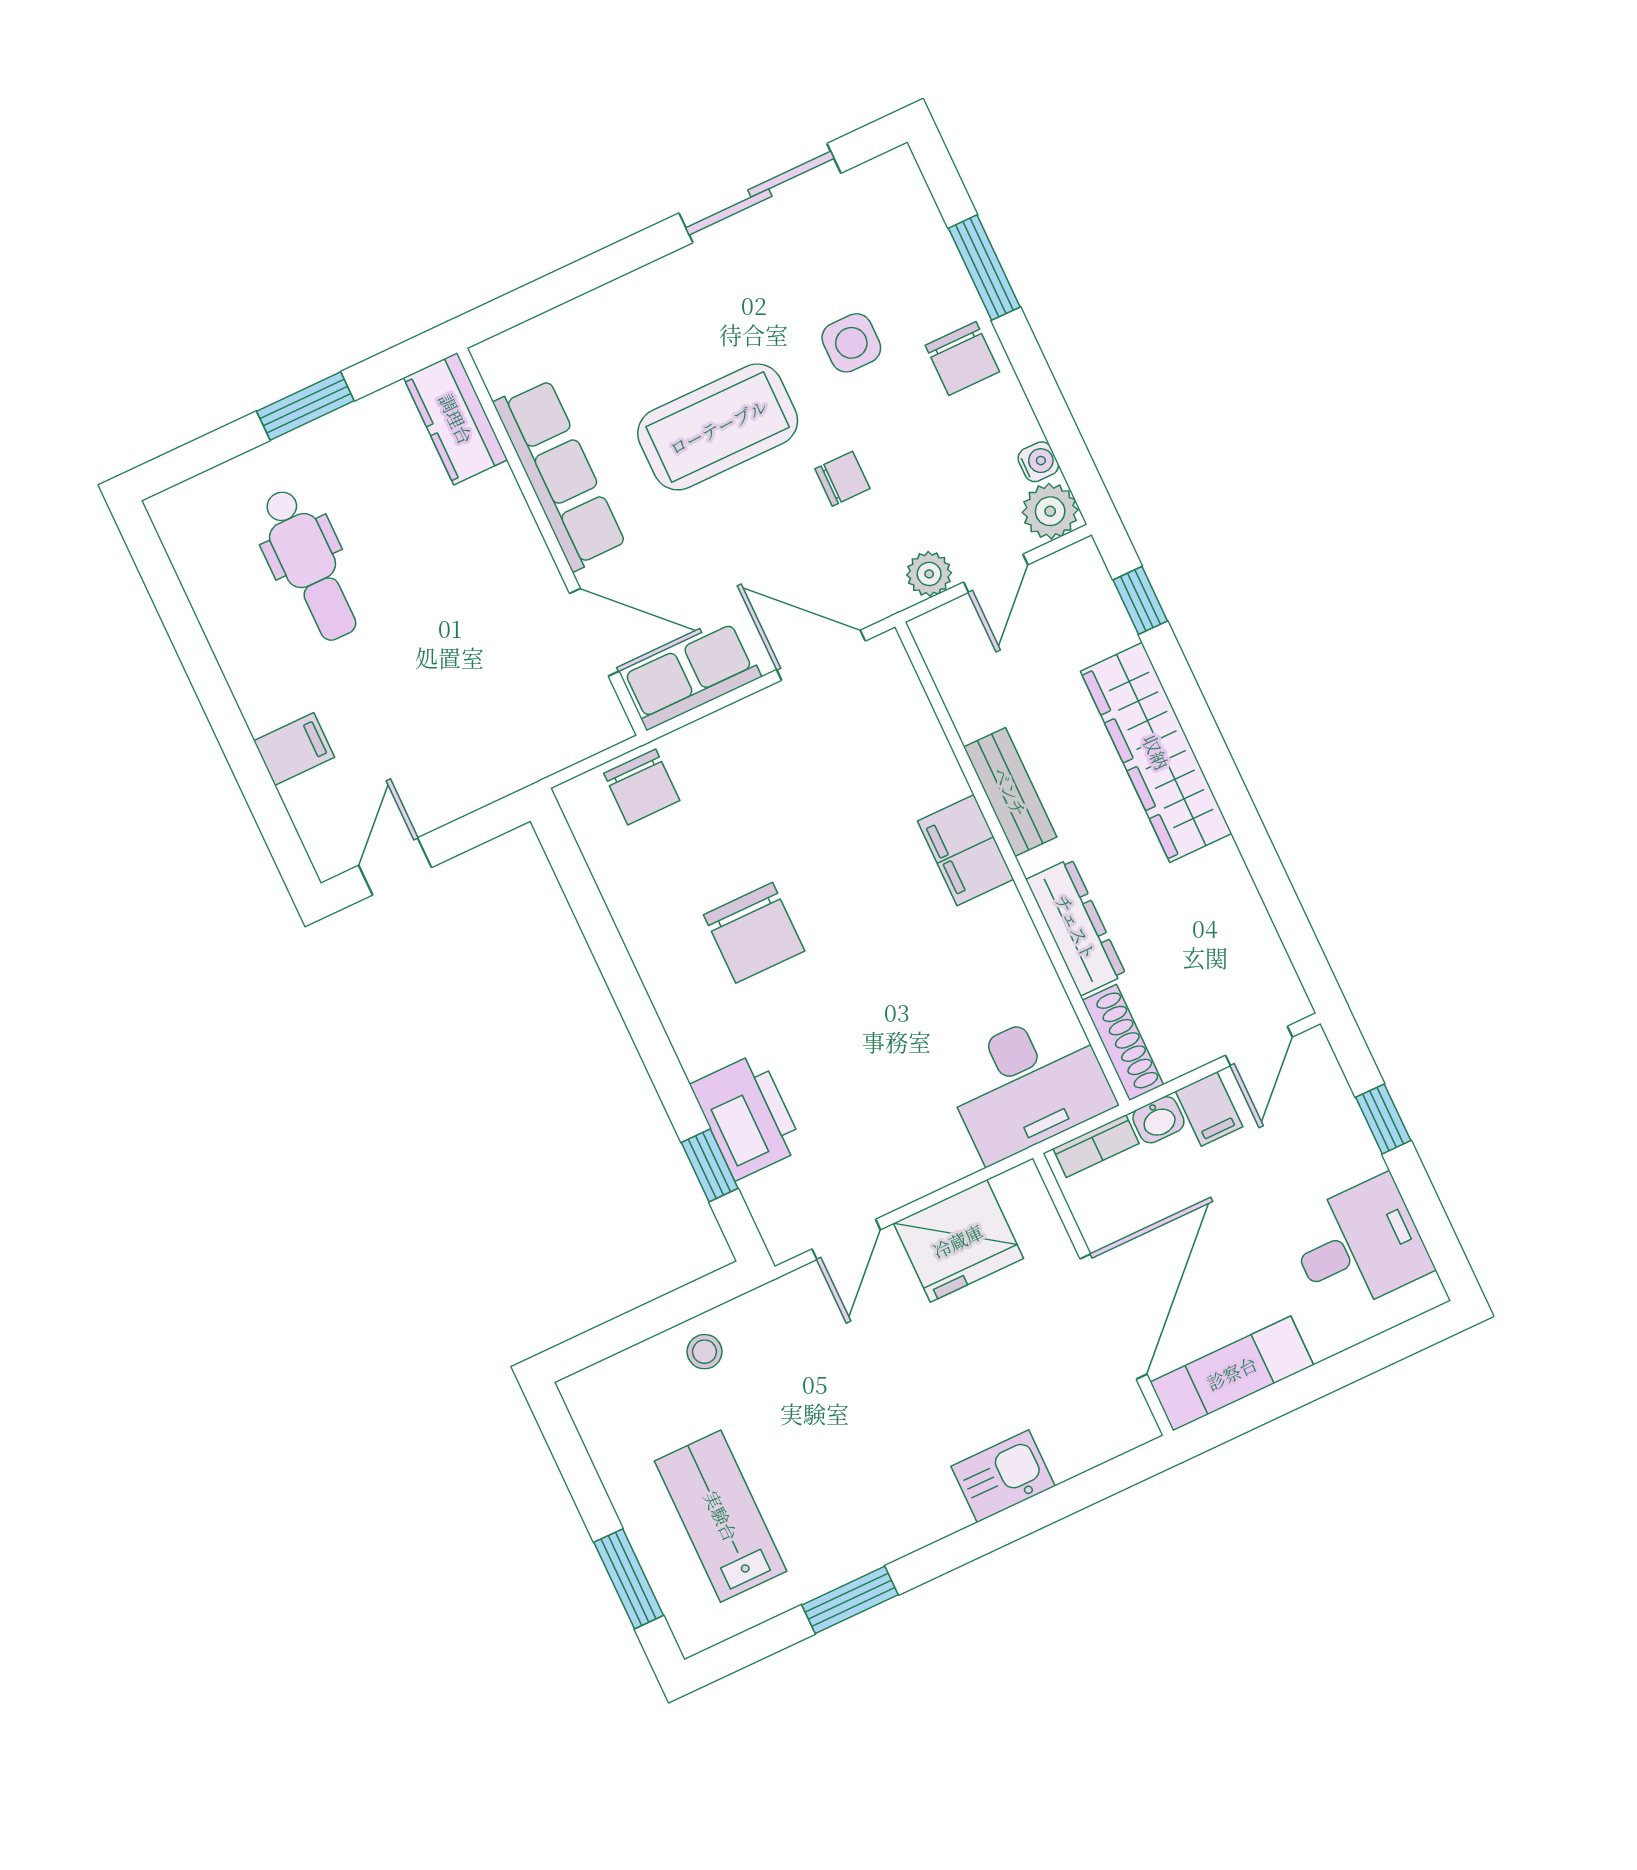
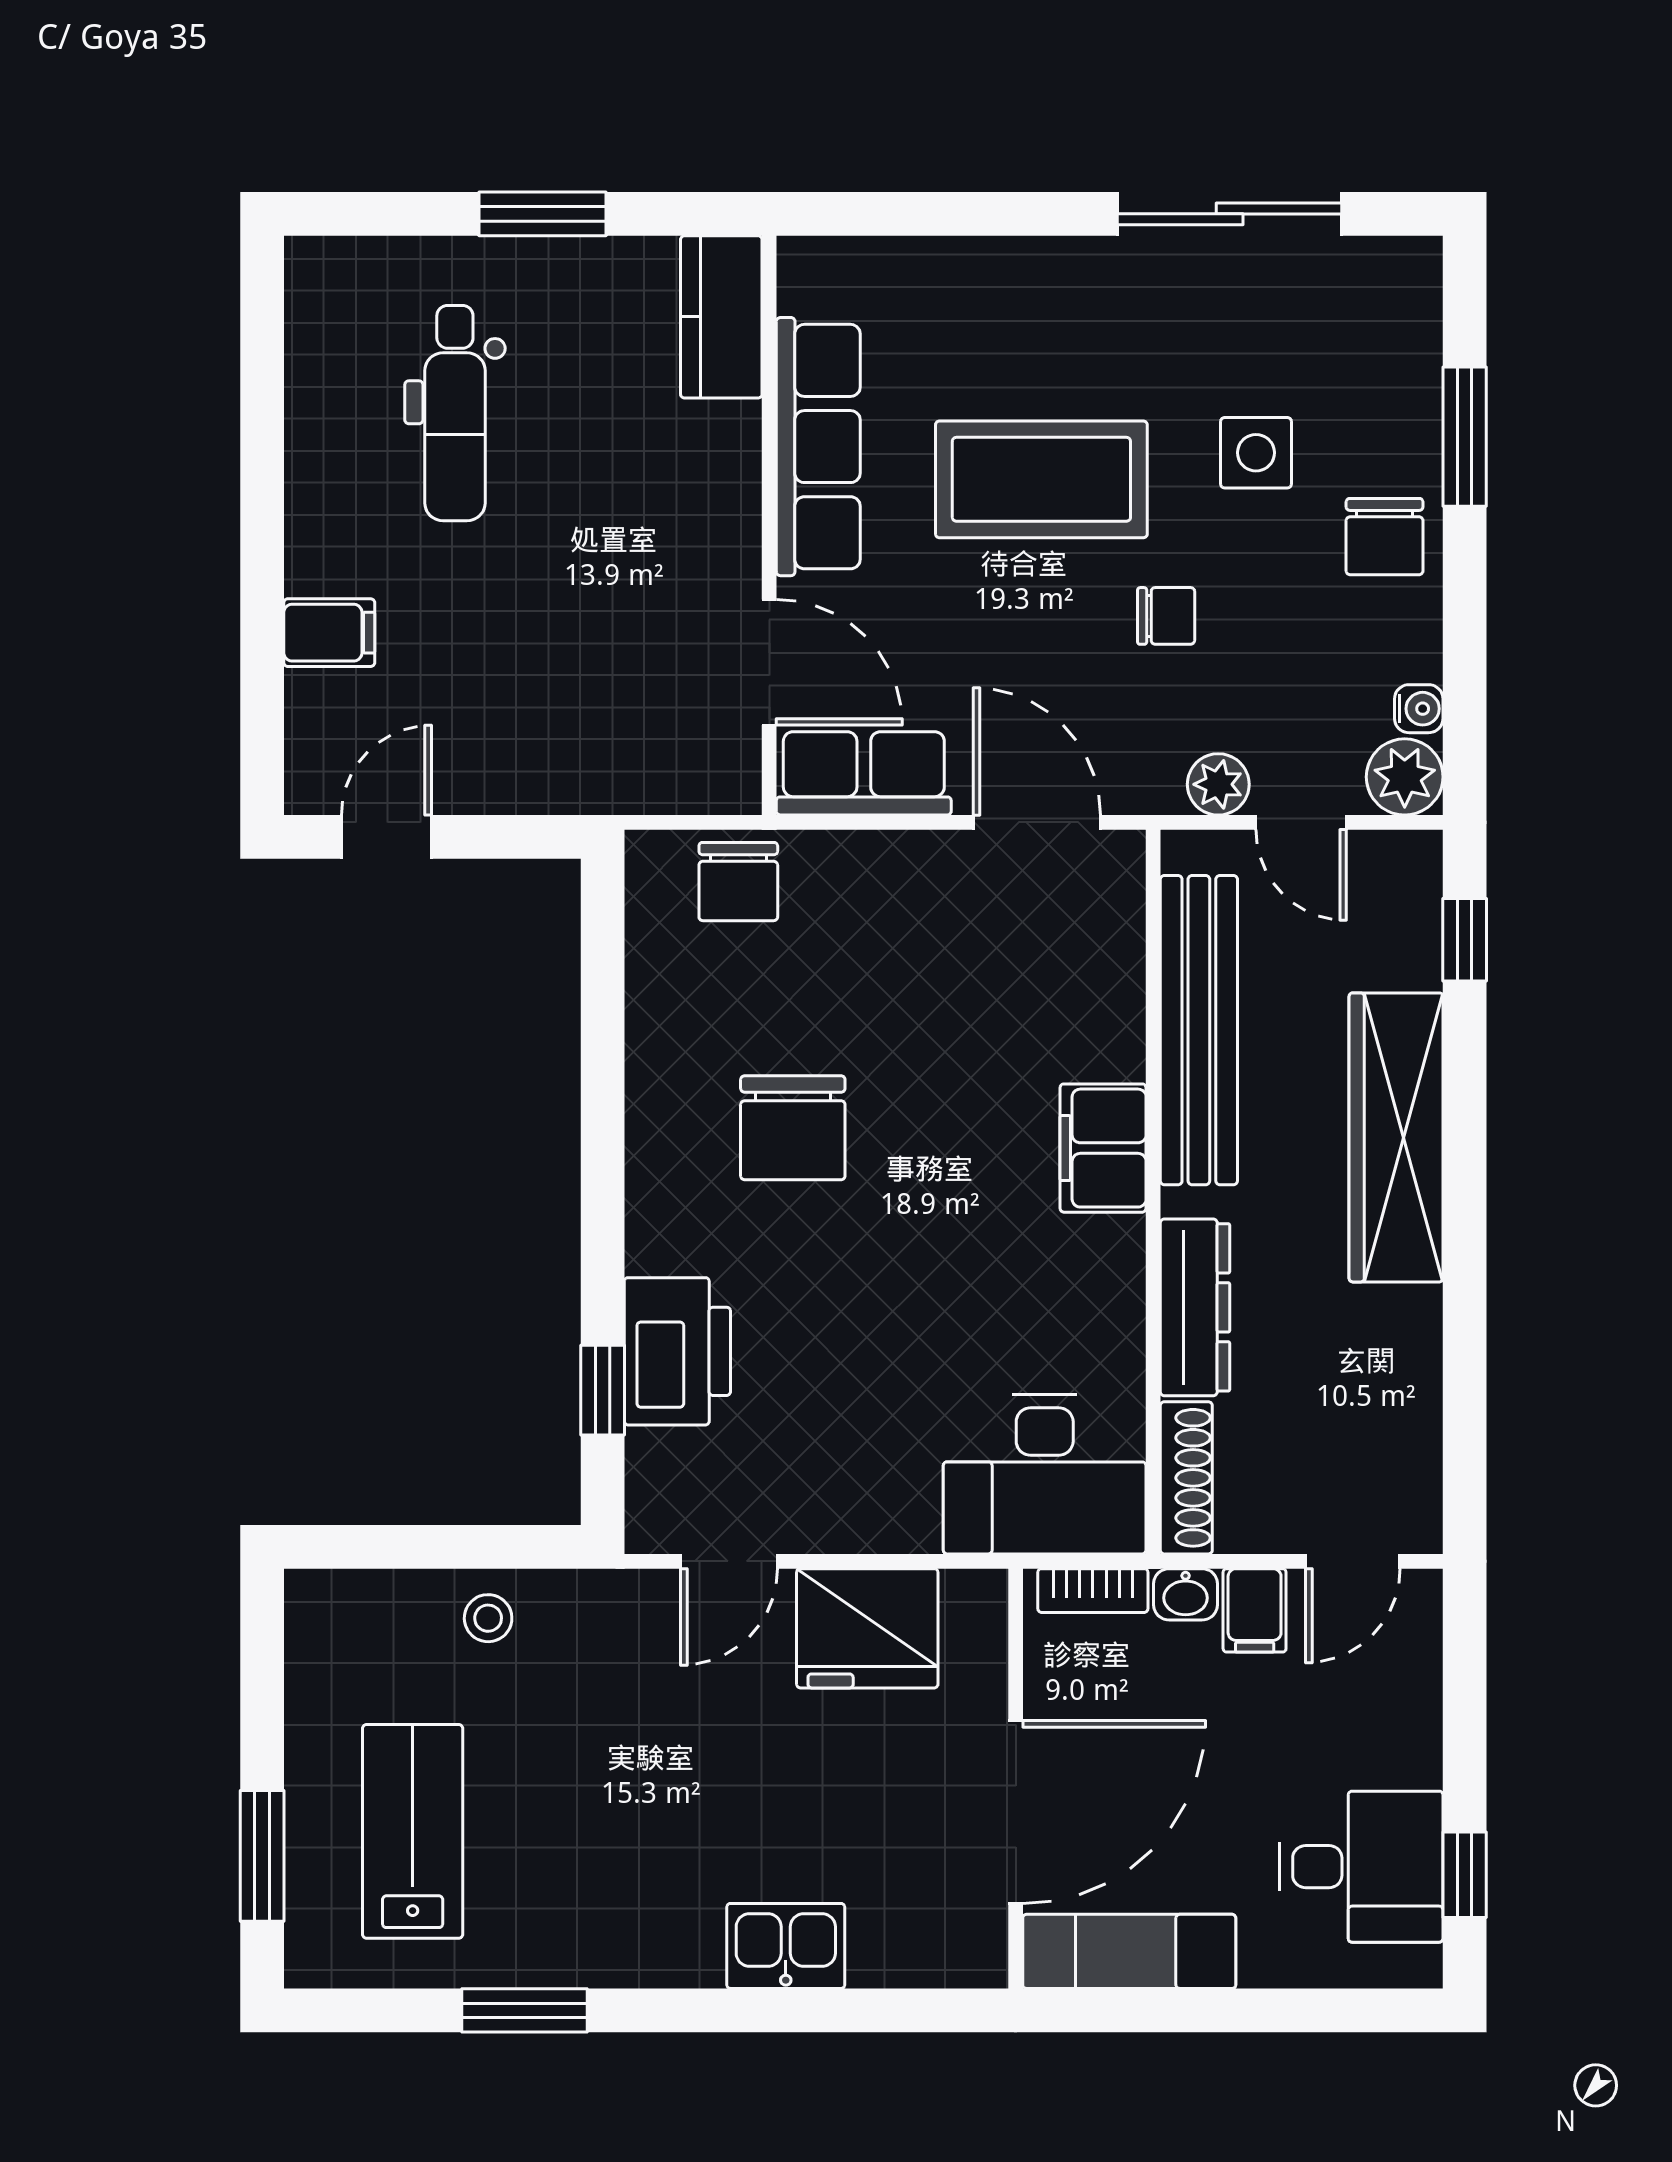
door: (996, 573) -> (1301, 822), hinge flipped
bench: (1010, 792) -> (1199, 1030), width x1.86, depth x1.21
window: (1383, 1119) -> (1465, 1875), moved

